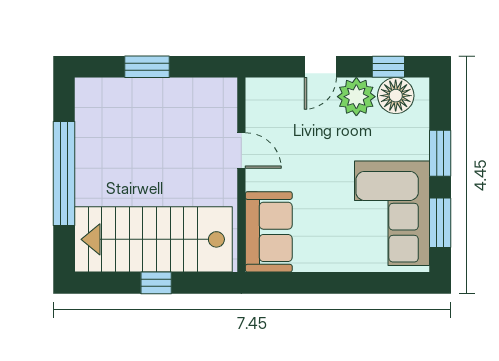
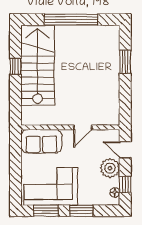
floor lamp: (396, 96) -> (115, 192), width x0.53, depth x0.53
door: (241, 150) -> (83, 127), moved
wall: (241, 175) -> (70, 127), moved
sofa: (269, 232) -> (41, 141), moved

